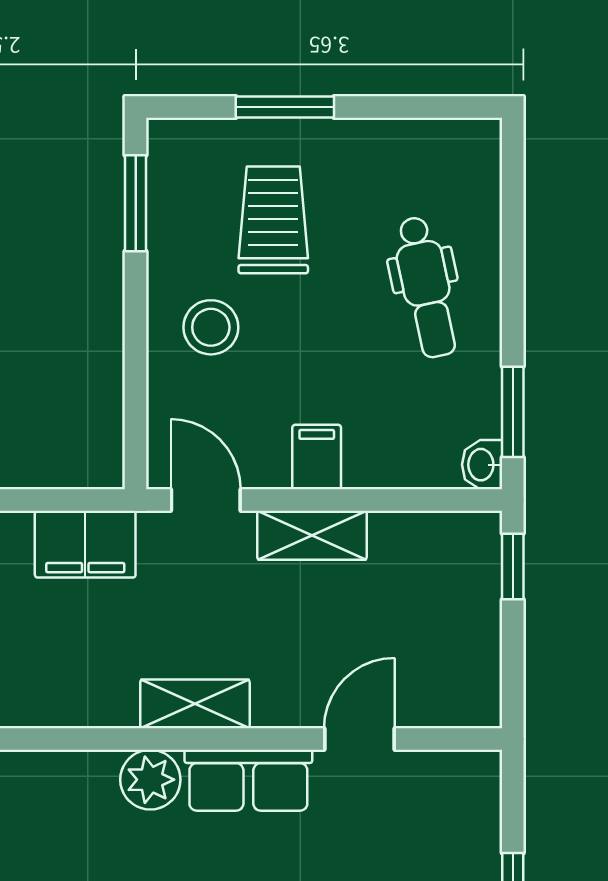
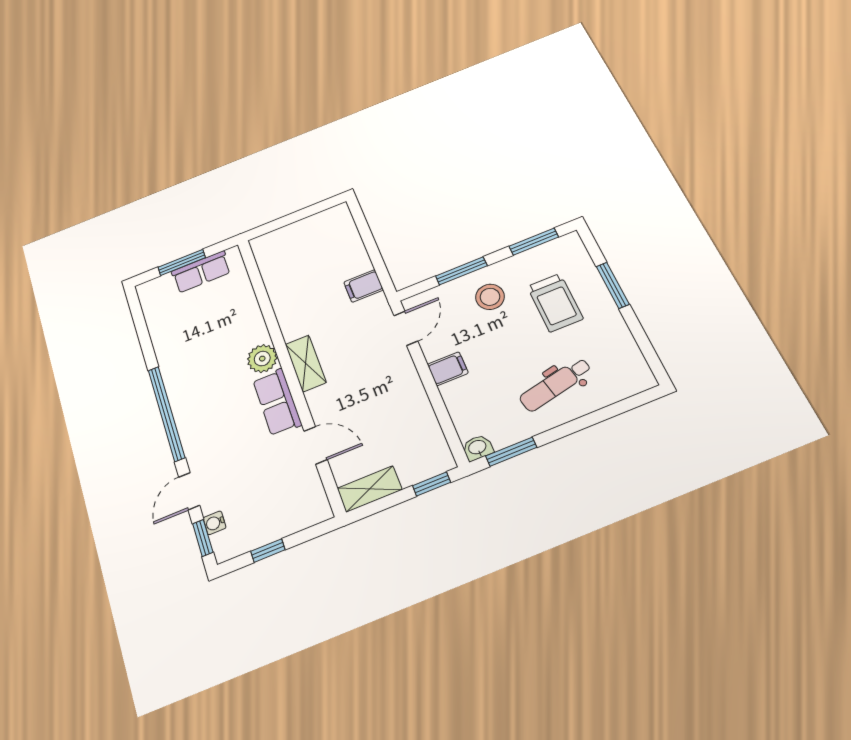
trolley: (273, 220) -> (555, 303), turned 90
window: (136, 356) -> (461, 271), added
shelving: (312, 535) -> (370, 489), moved, turned 90
filing cabinet: (85, 544) -> (364, 286), width x0.50

